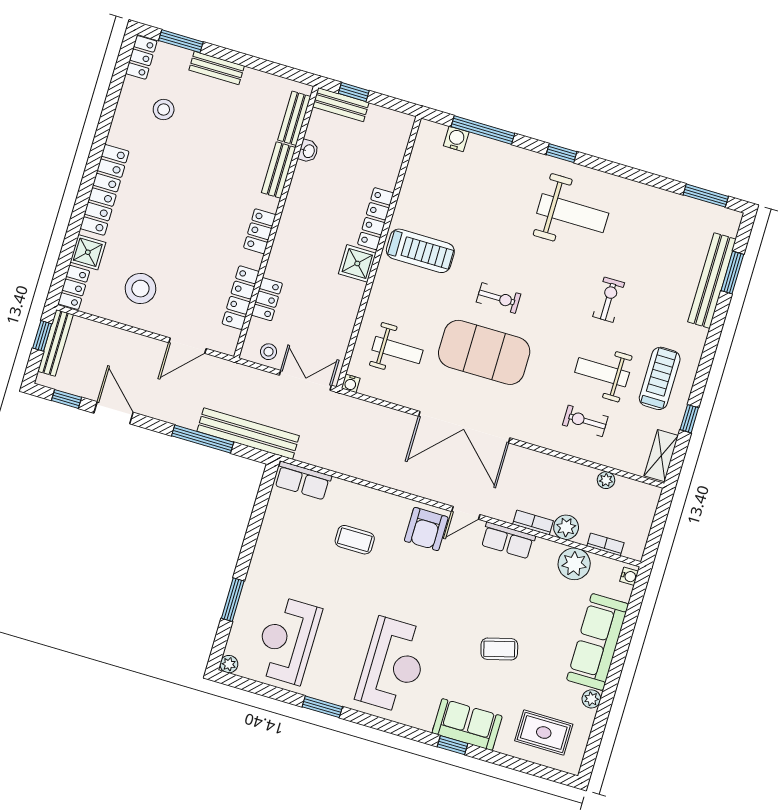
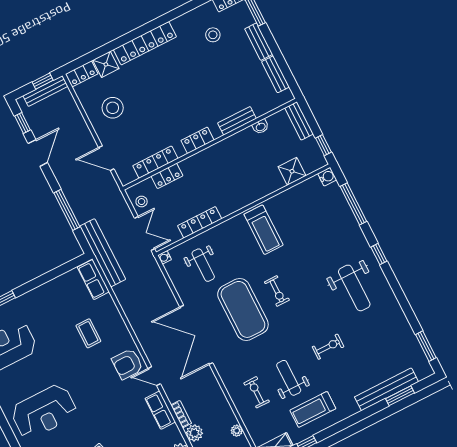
window: (354, 92) -> (323, 145), moved
bench: (294, 118) -> (275, 74), moved, turned 90
water cooler: (456, 139) -> (327, 177), moved
locker: (376, 219) -> (200, 222), moved
shower: (357, 263) -> (292, 171), moved
treadmill: (660, 378) -> (313, 409), turned 180
bench: (248, 434) -> (103, 253), moved

